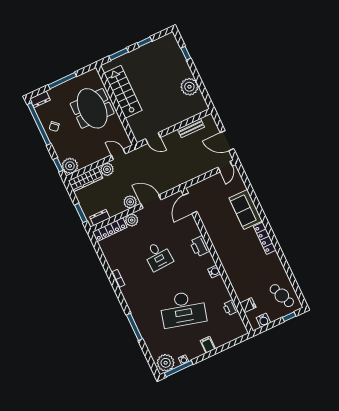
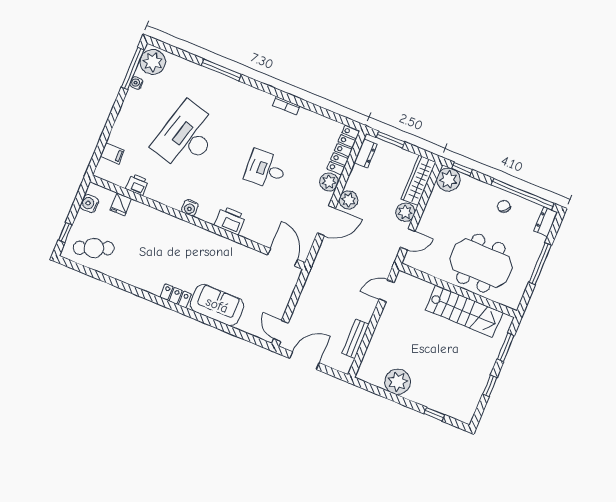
locker: (265, 238) -> (176, 296), width x0.66
filing cabinet: (208, 345) -> (112, 153), moved

